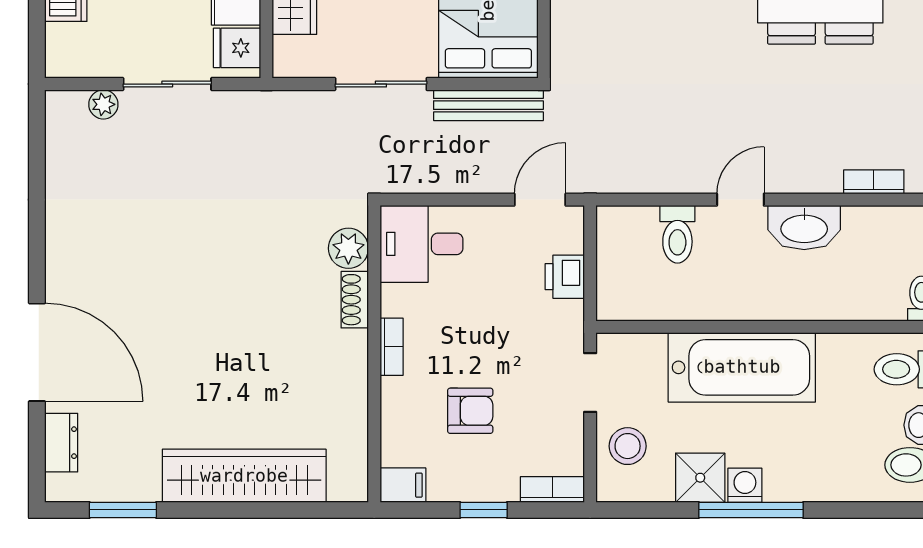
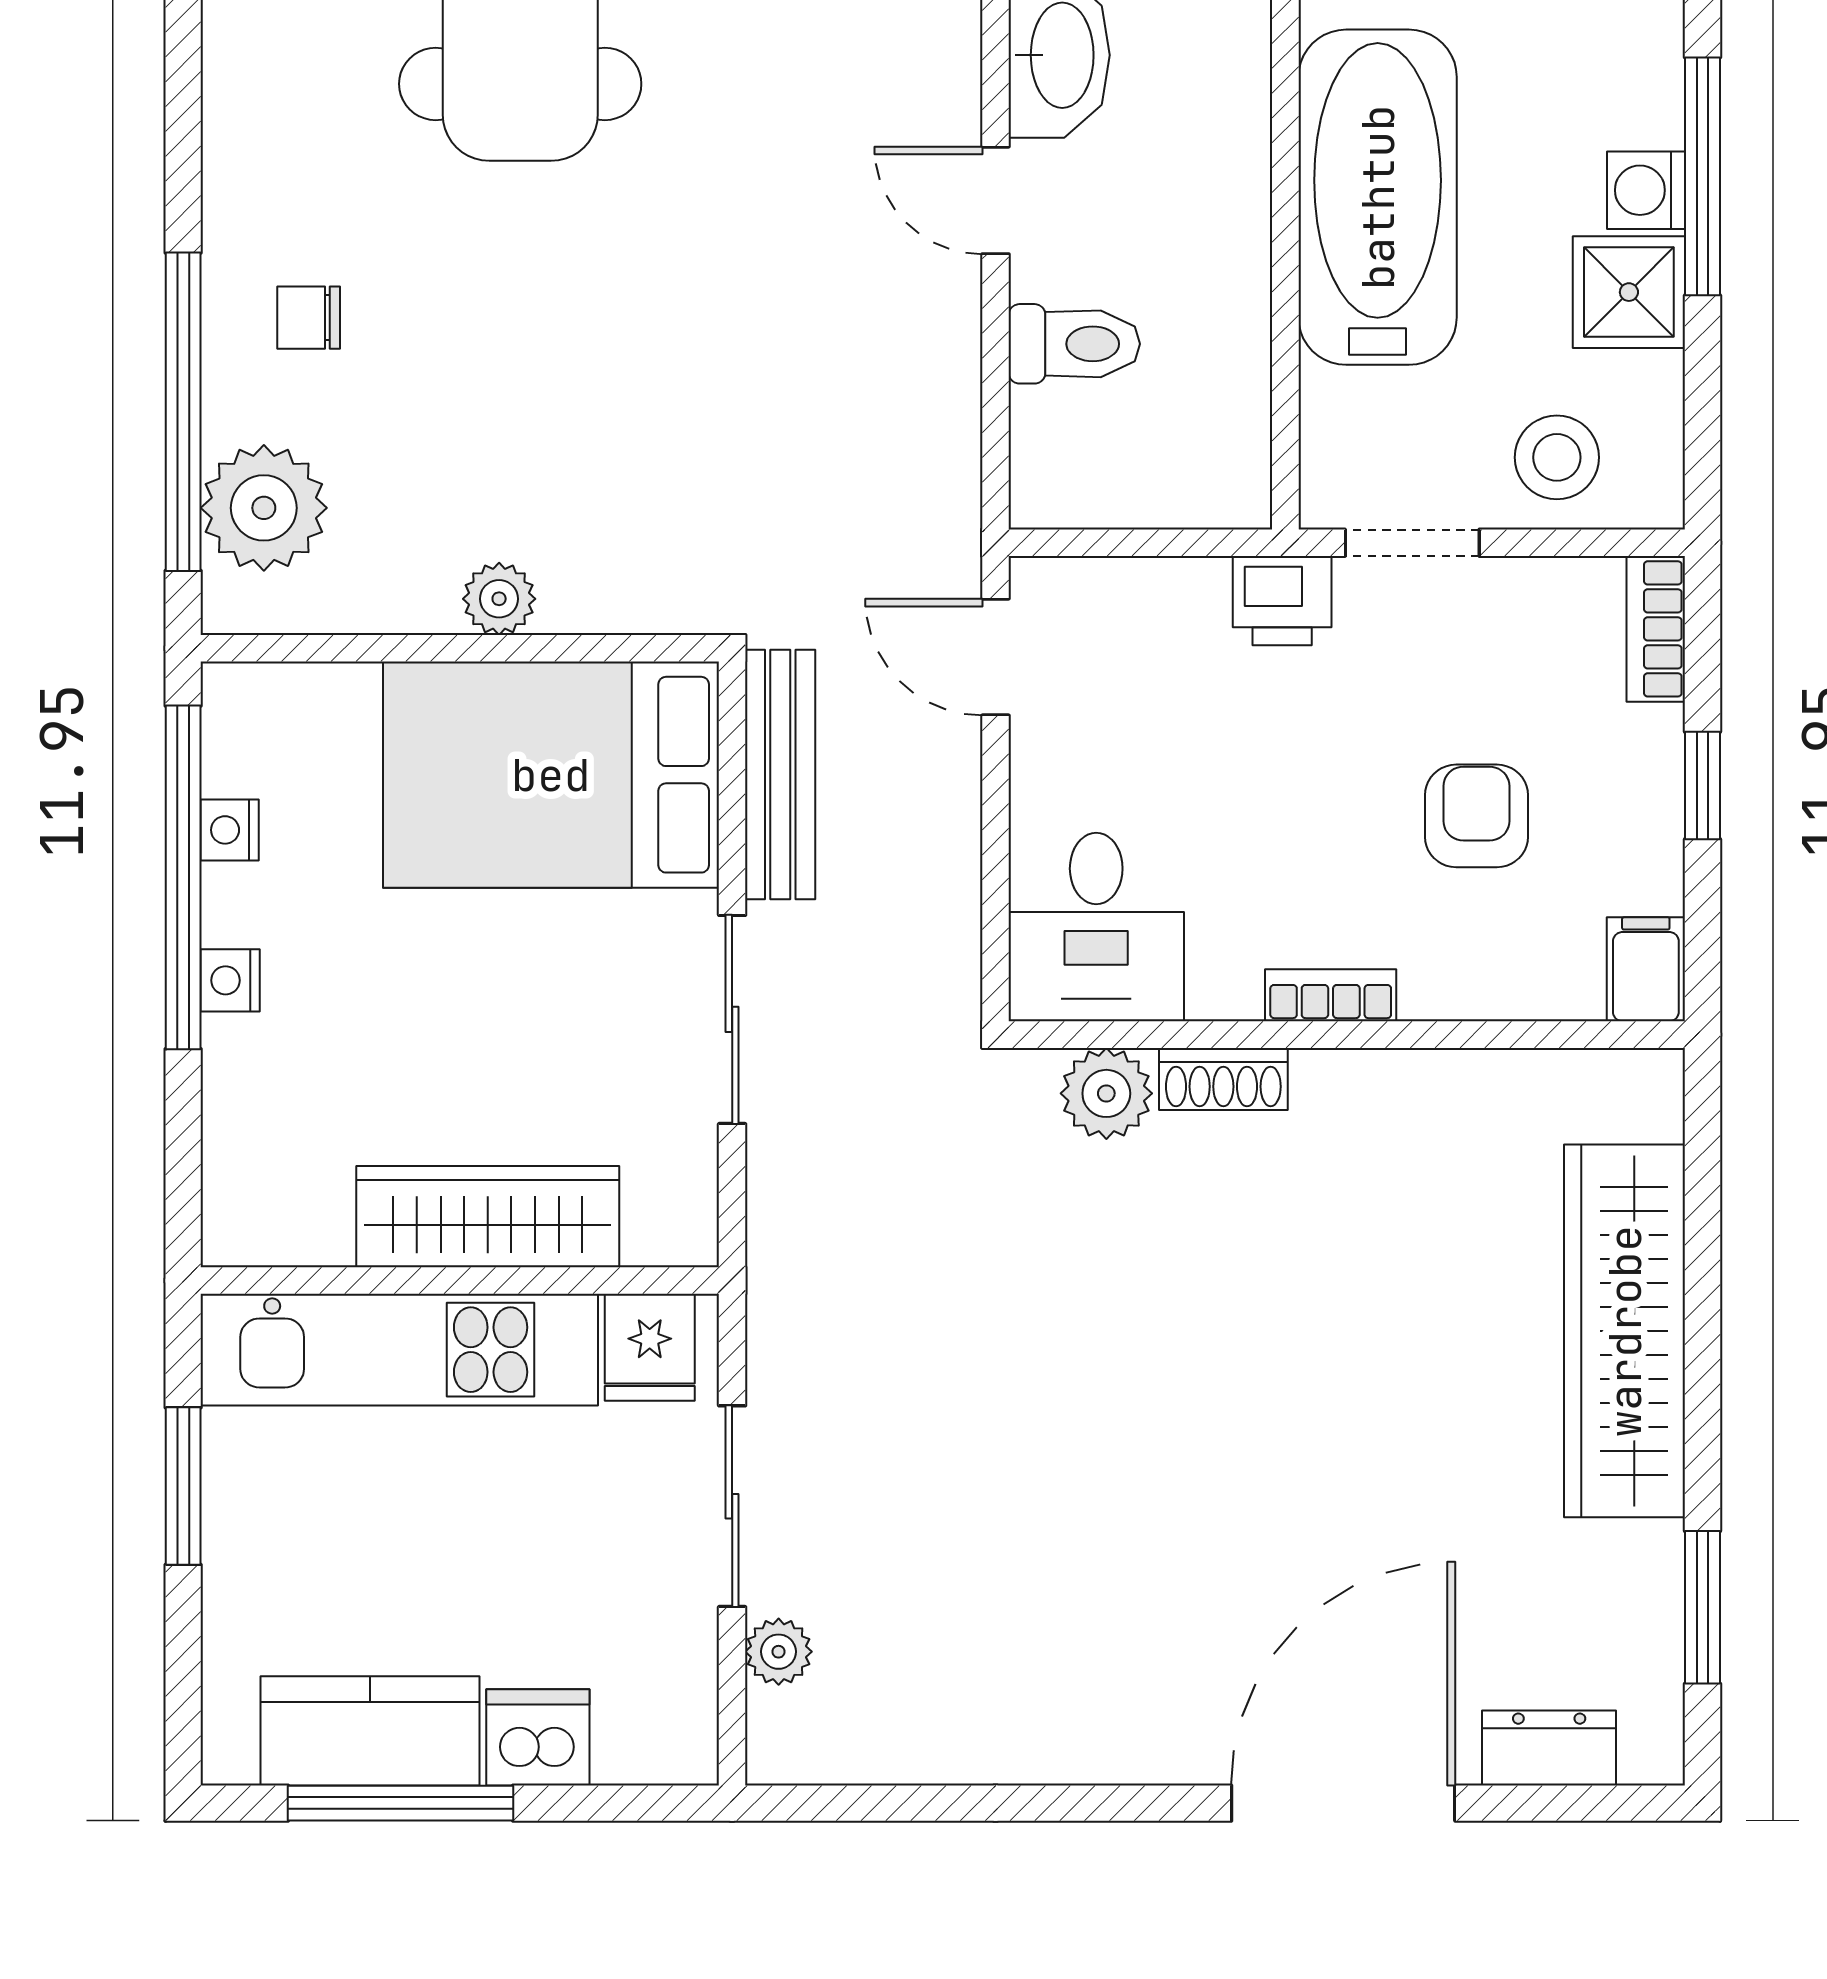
printer: (565, 277) -> (1282, 601), moved

